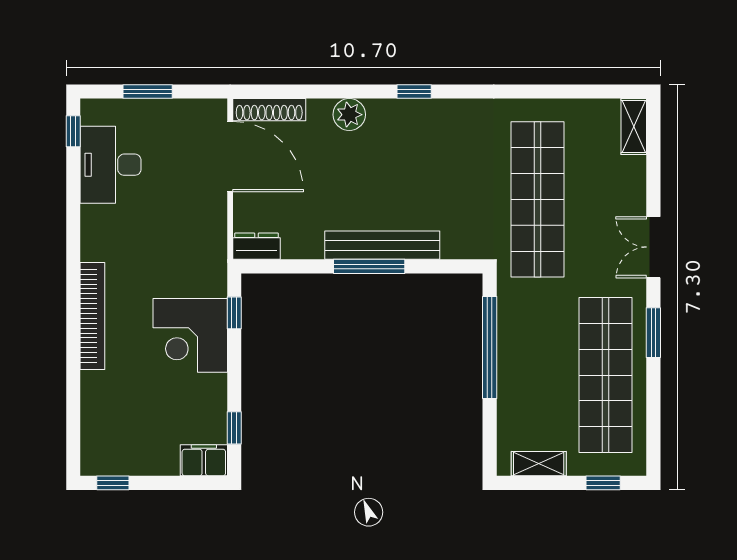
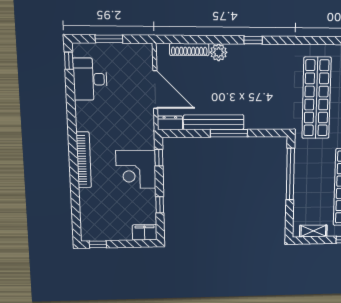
shoe rack: (269, 110) -> (189, 50), moved
door: (230, 157) -> (155, 90), moved
bench: (382, 245) -> (214, 122), moved
window: (234, 428) -> (160, 205), moved

